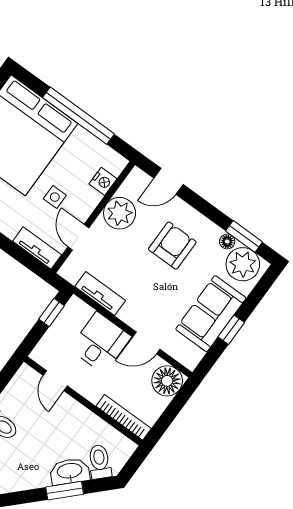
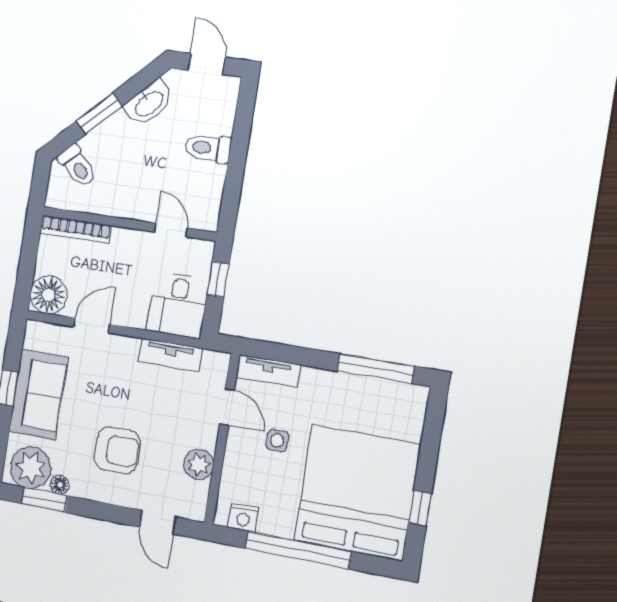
nightstand: (103, 181) -> (243, 518), moved, turned -90
door: (168, 181) -> (158, 522), swing flipped
plant: (120, 213) -> (199, 465), width x0.73, depth x0.73
armchair: (172, 246) -> (117, 450), turned -90
window: (52, 312) -> (218, 279), moved
desk: (100, 343) -> (178, 305), moved
washbasin: (70, 471) -> (149, 103), moved

